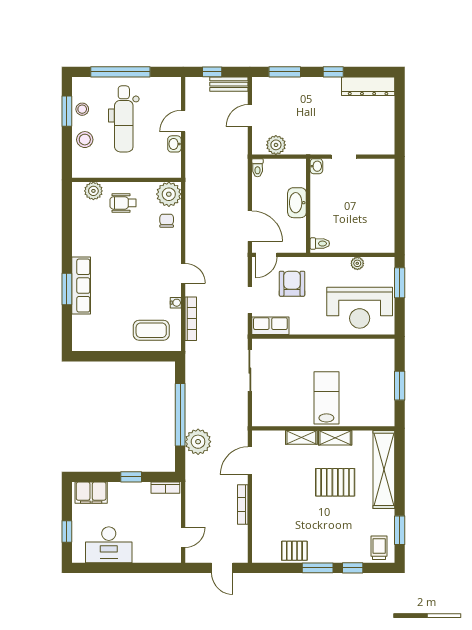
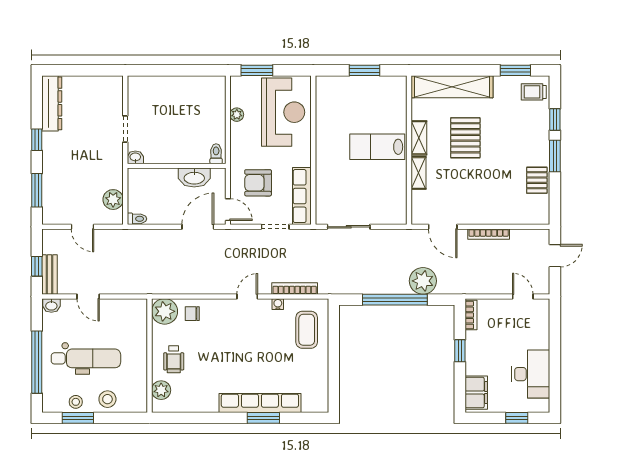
bench: (229, 84) -> (50, 274), moved
washbasin: (174, 144) -> (51, 305), moved
washbasin: (297, 203) -> (194, 178), moved
row of seats: (81, 286) -> (260, 403), width x1.36
row of seats: (270, 326) -> (302, 196), width x1.48

